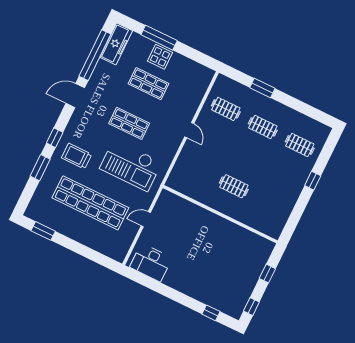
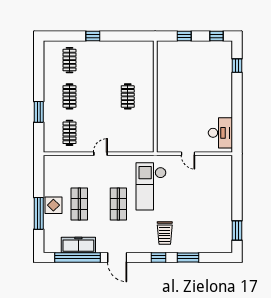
freezer: (116, 44) -> (78, 245), moved
checkout: (131, 165) -> (151, 186), turned 180
shop shelf: (90, 203) -> (196, 204), removed

